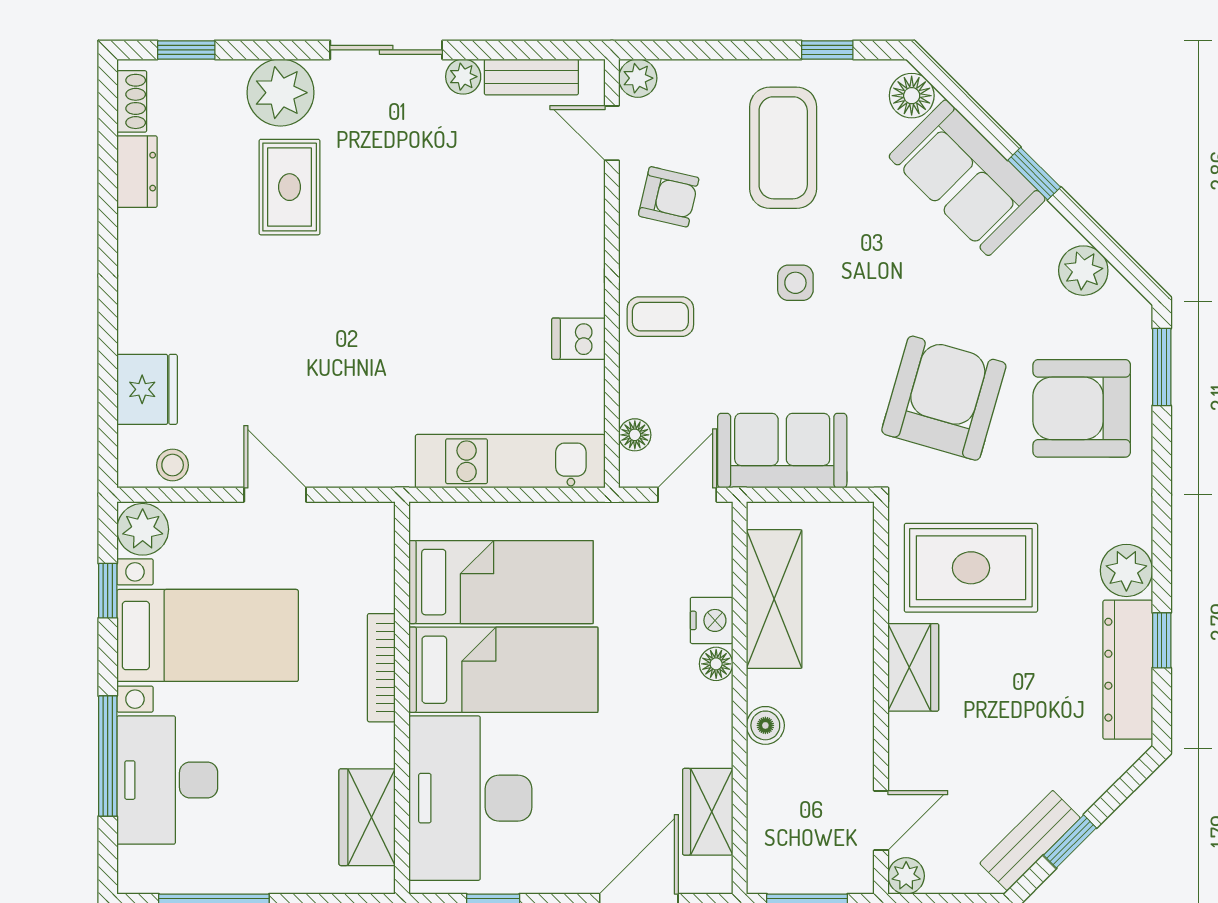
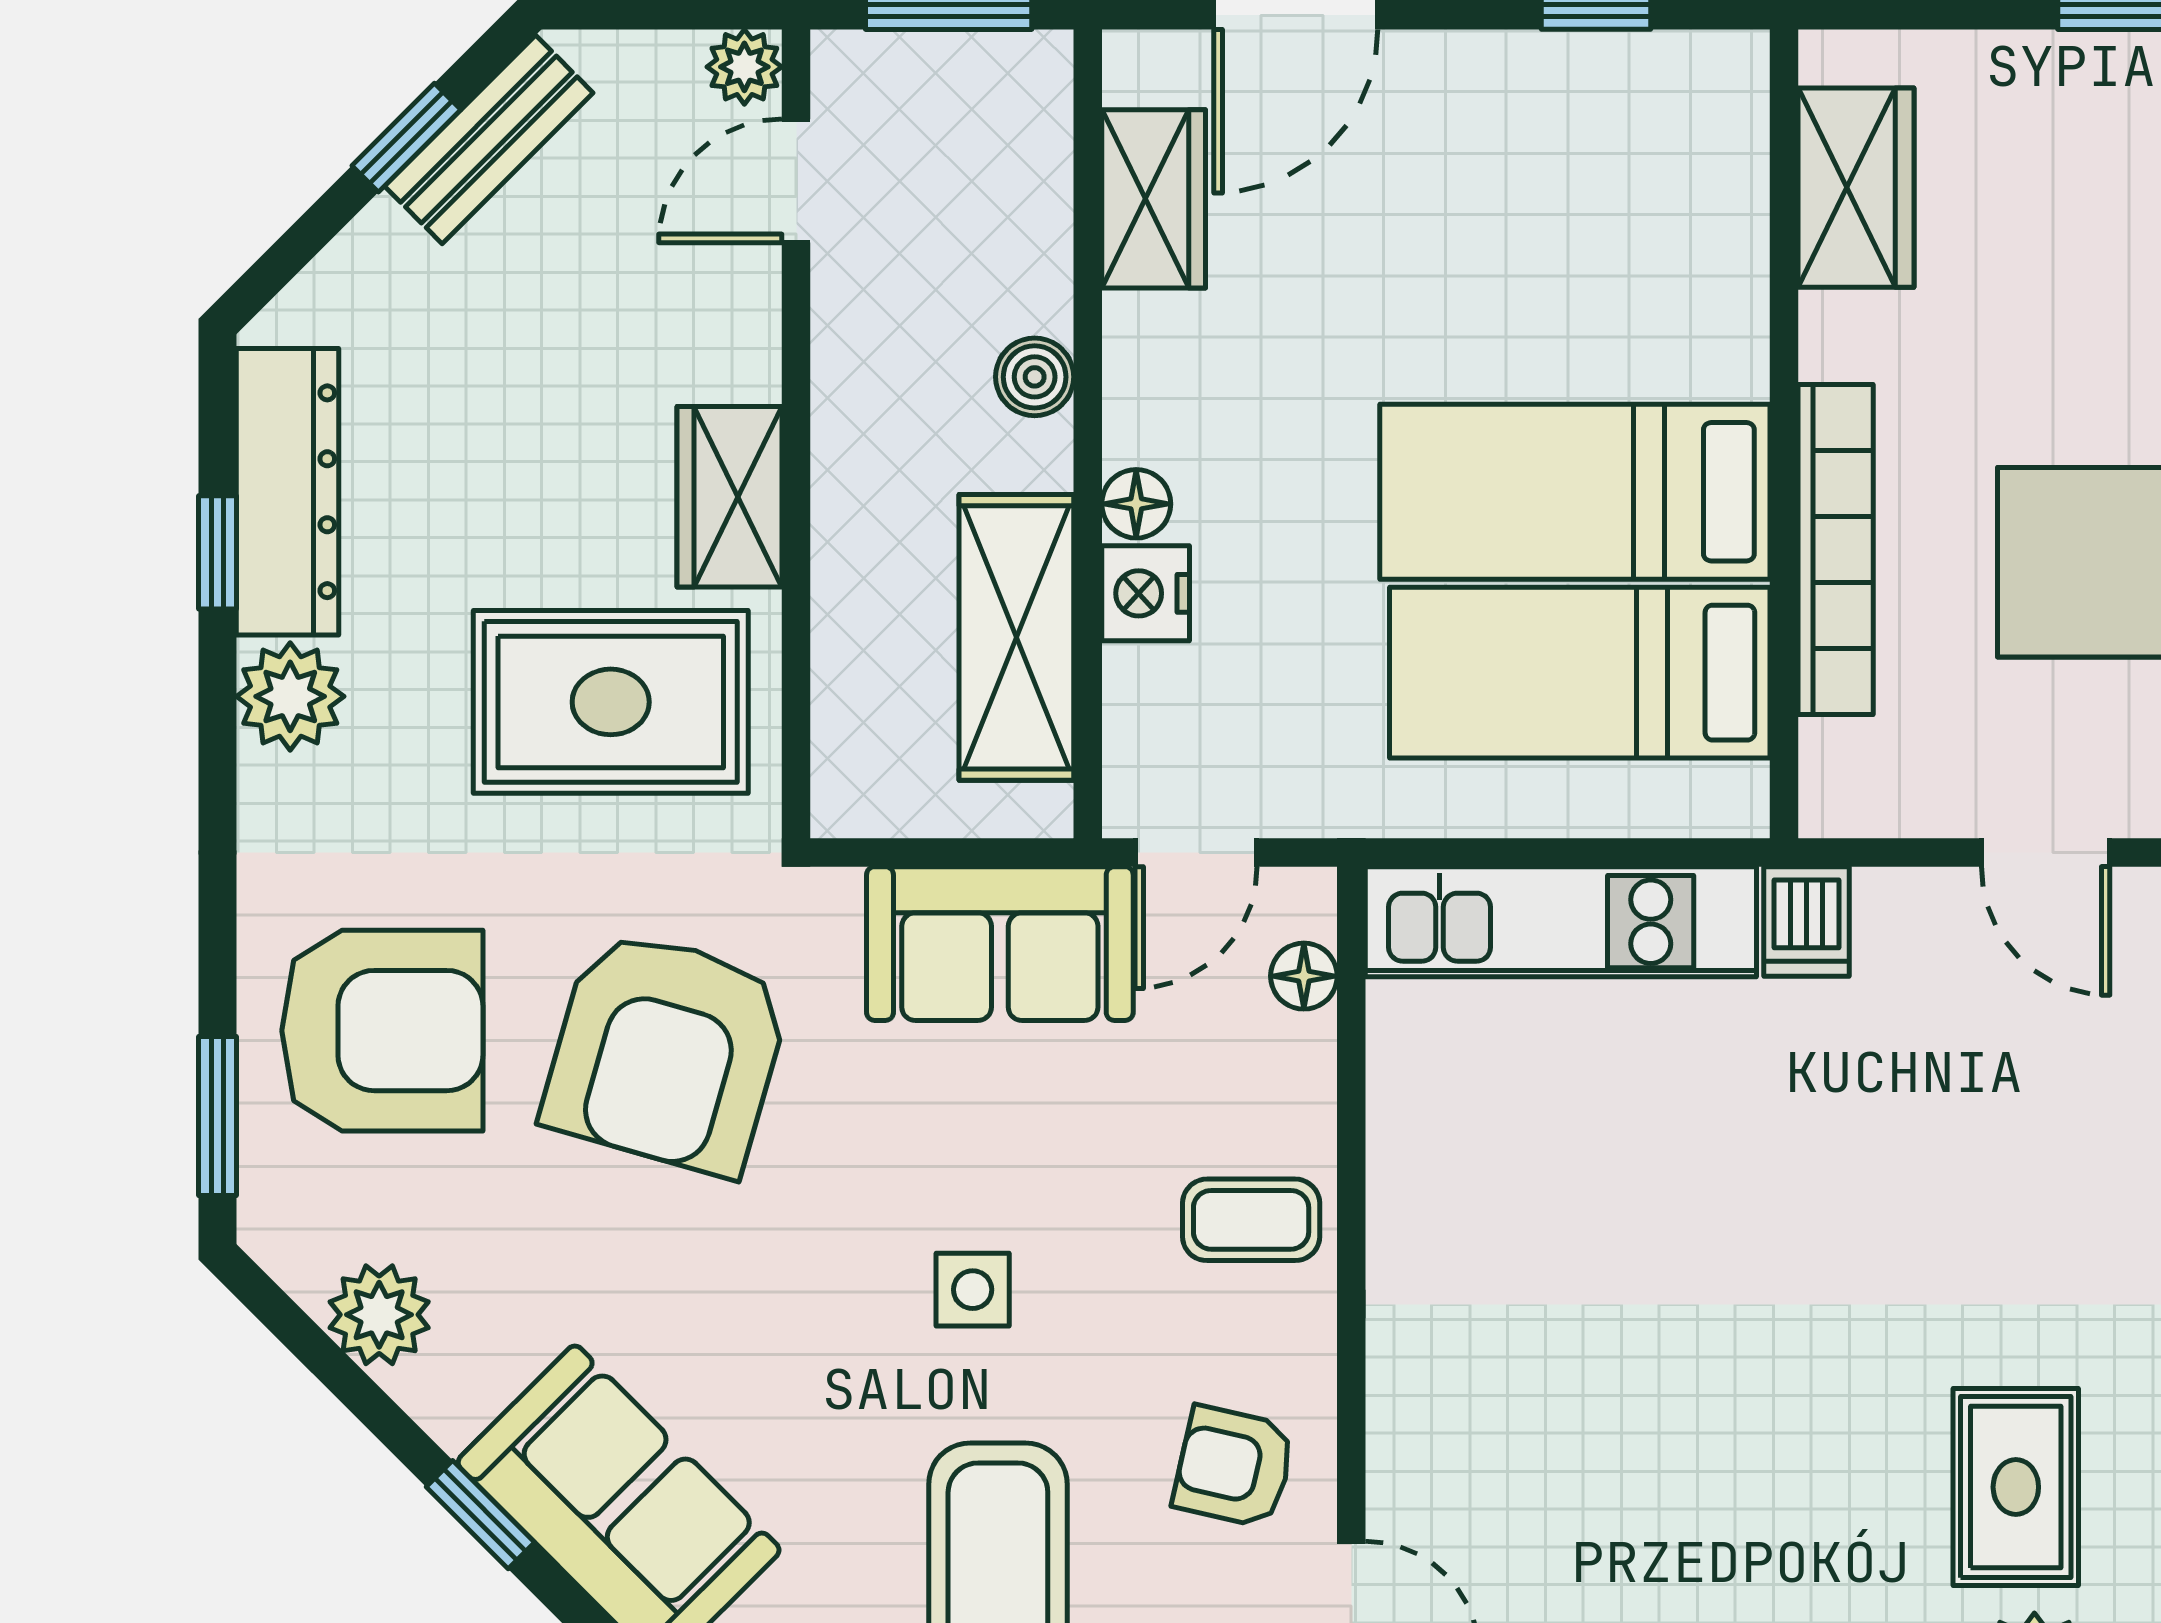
dishwasher: (578, 339) -> (1806, 922), moved, turned 90
bookcase: (381, 668) -> (1836, 549), width x1.48, depth x1.31
desk: (470, 798) -> (1643, 227), removed

